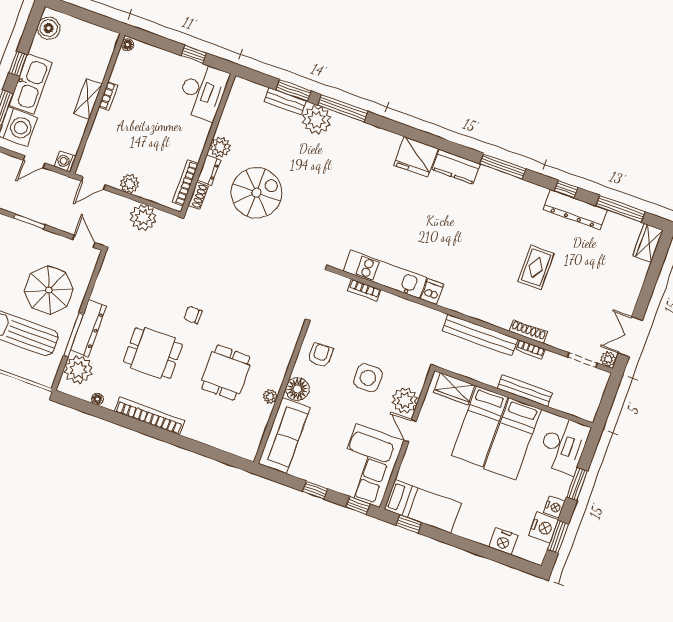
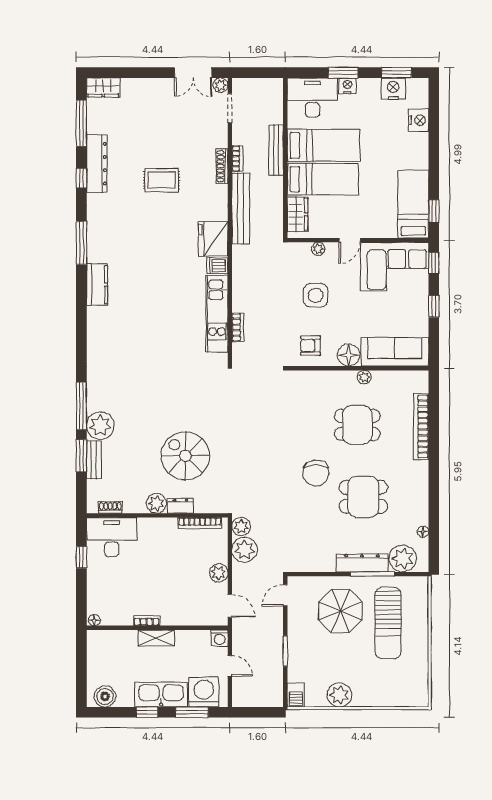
fridge: (416, 157) -> (213, 239), moved, turned 180
shoe rack: (198, 196) -> (110, 507), moved
plant: (167, 222) -> (241, 526), added
chair: (193, 315) -> (316, 473), width x1.87, depth x1.87
dining table: (153, 353) -> (363, 497), turned 90
plant: (405, 400) -> (318, 249), width x0.53, depth x0.53
bookcase: (150, 416) -> (421, 427), moved
nightstand: (554, 507) -> (347, 86), moved

